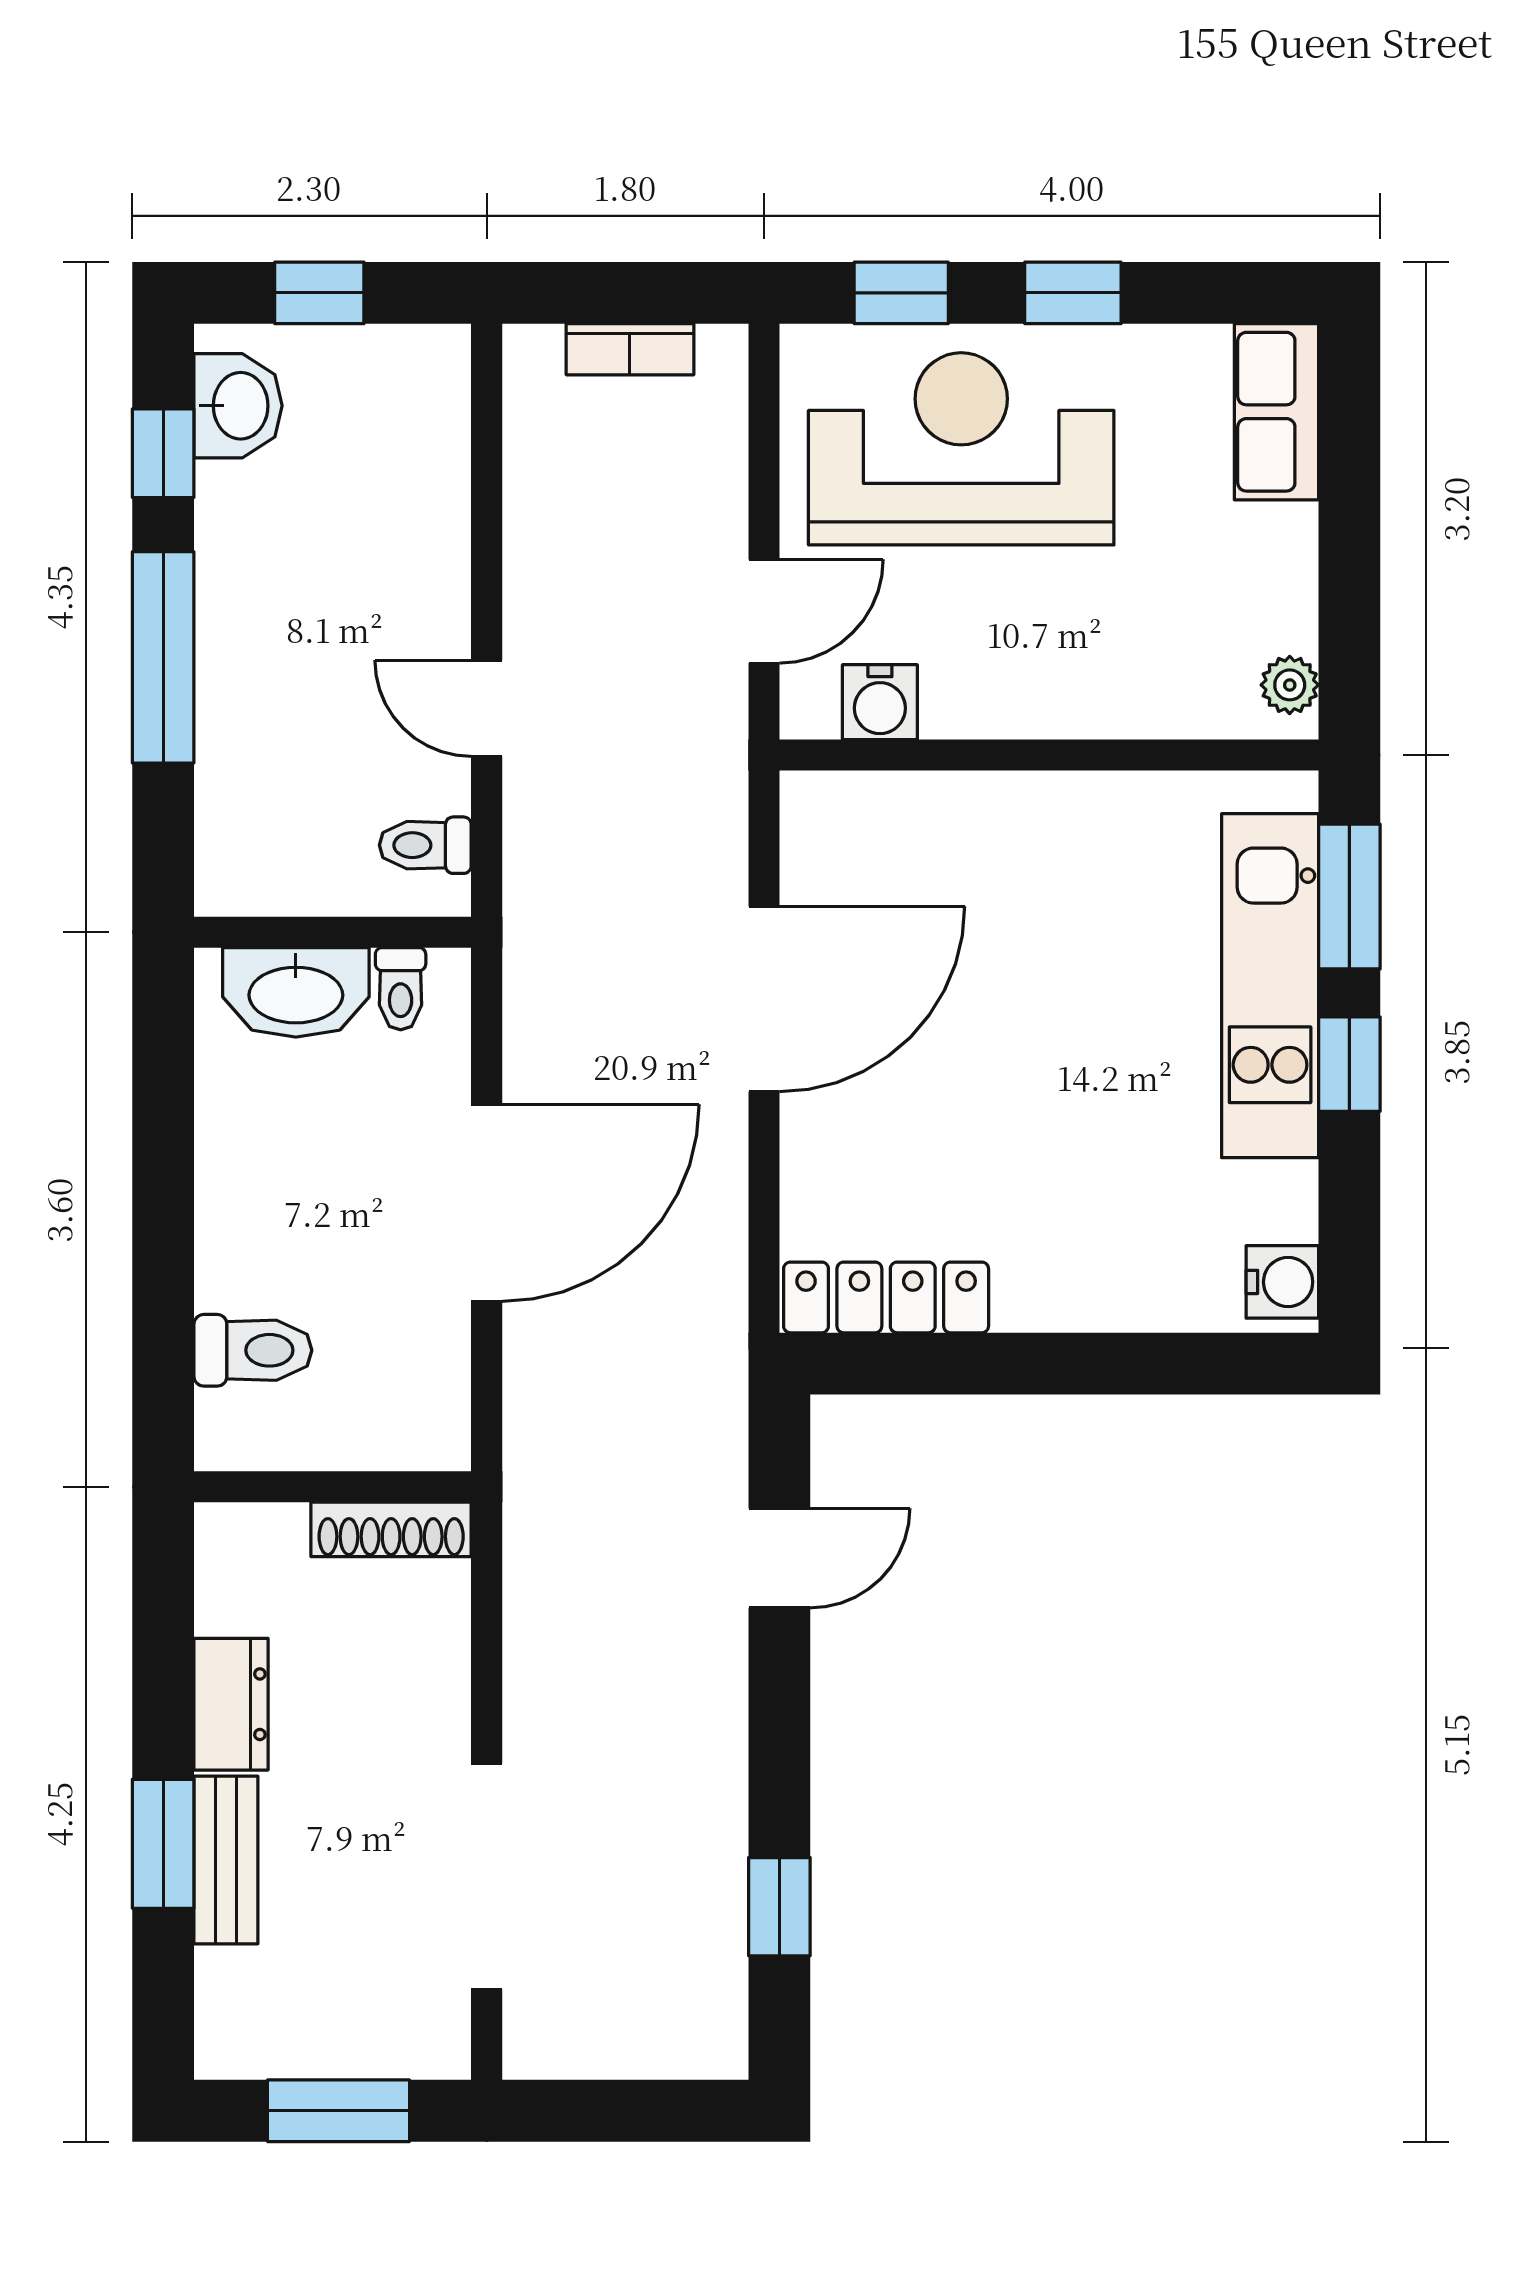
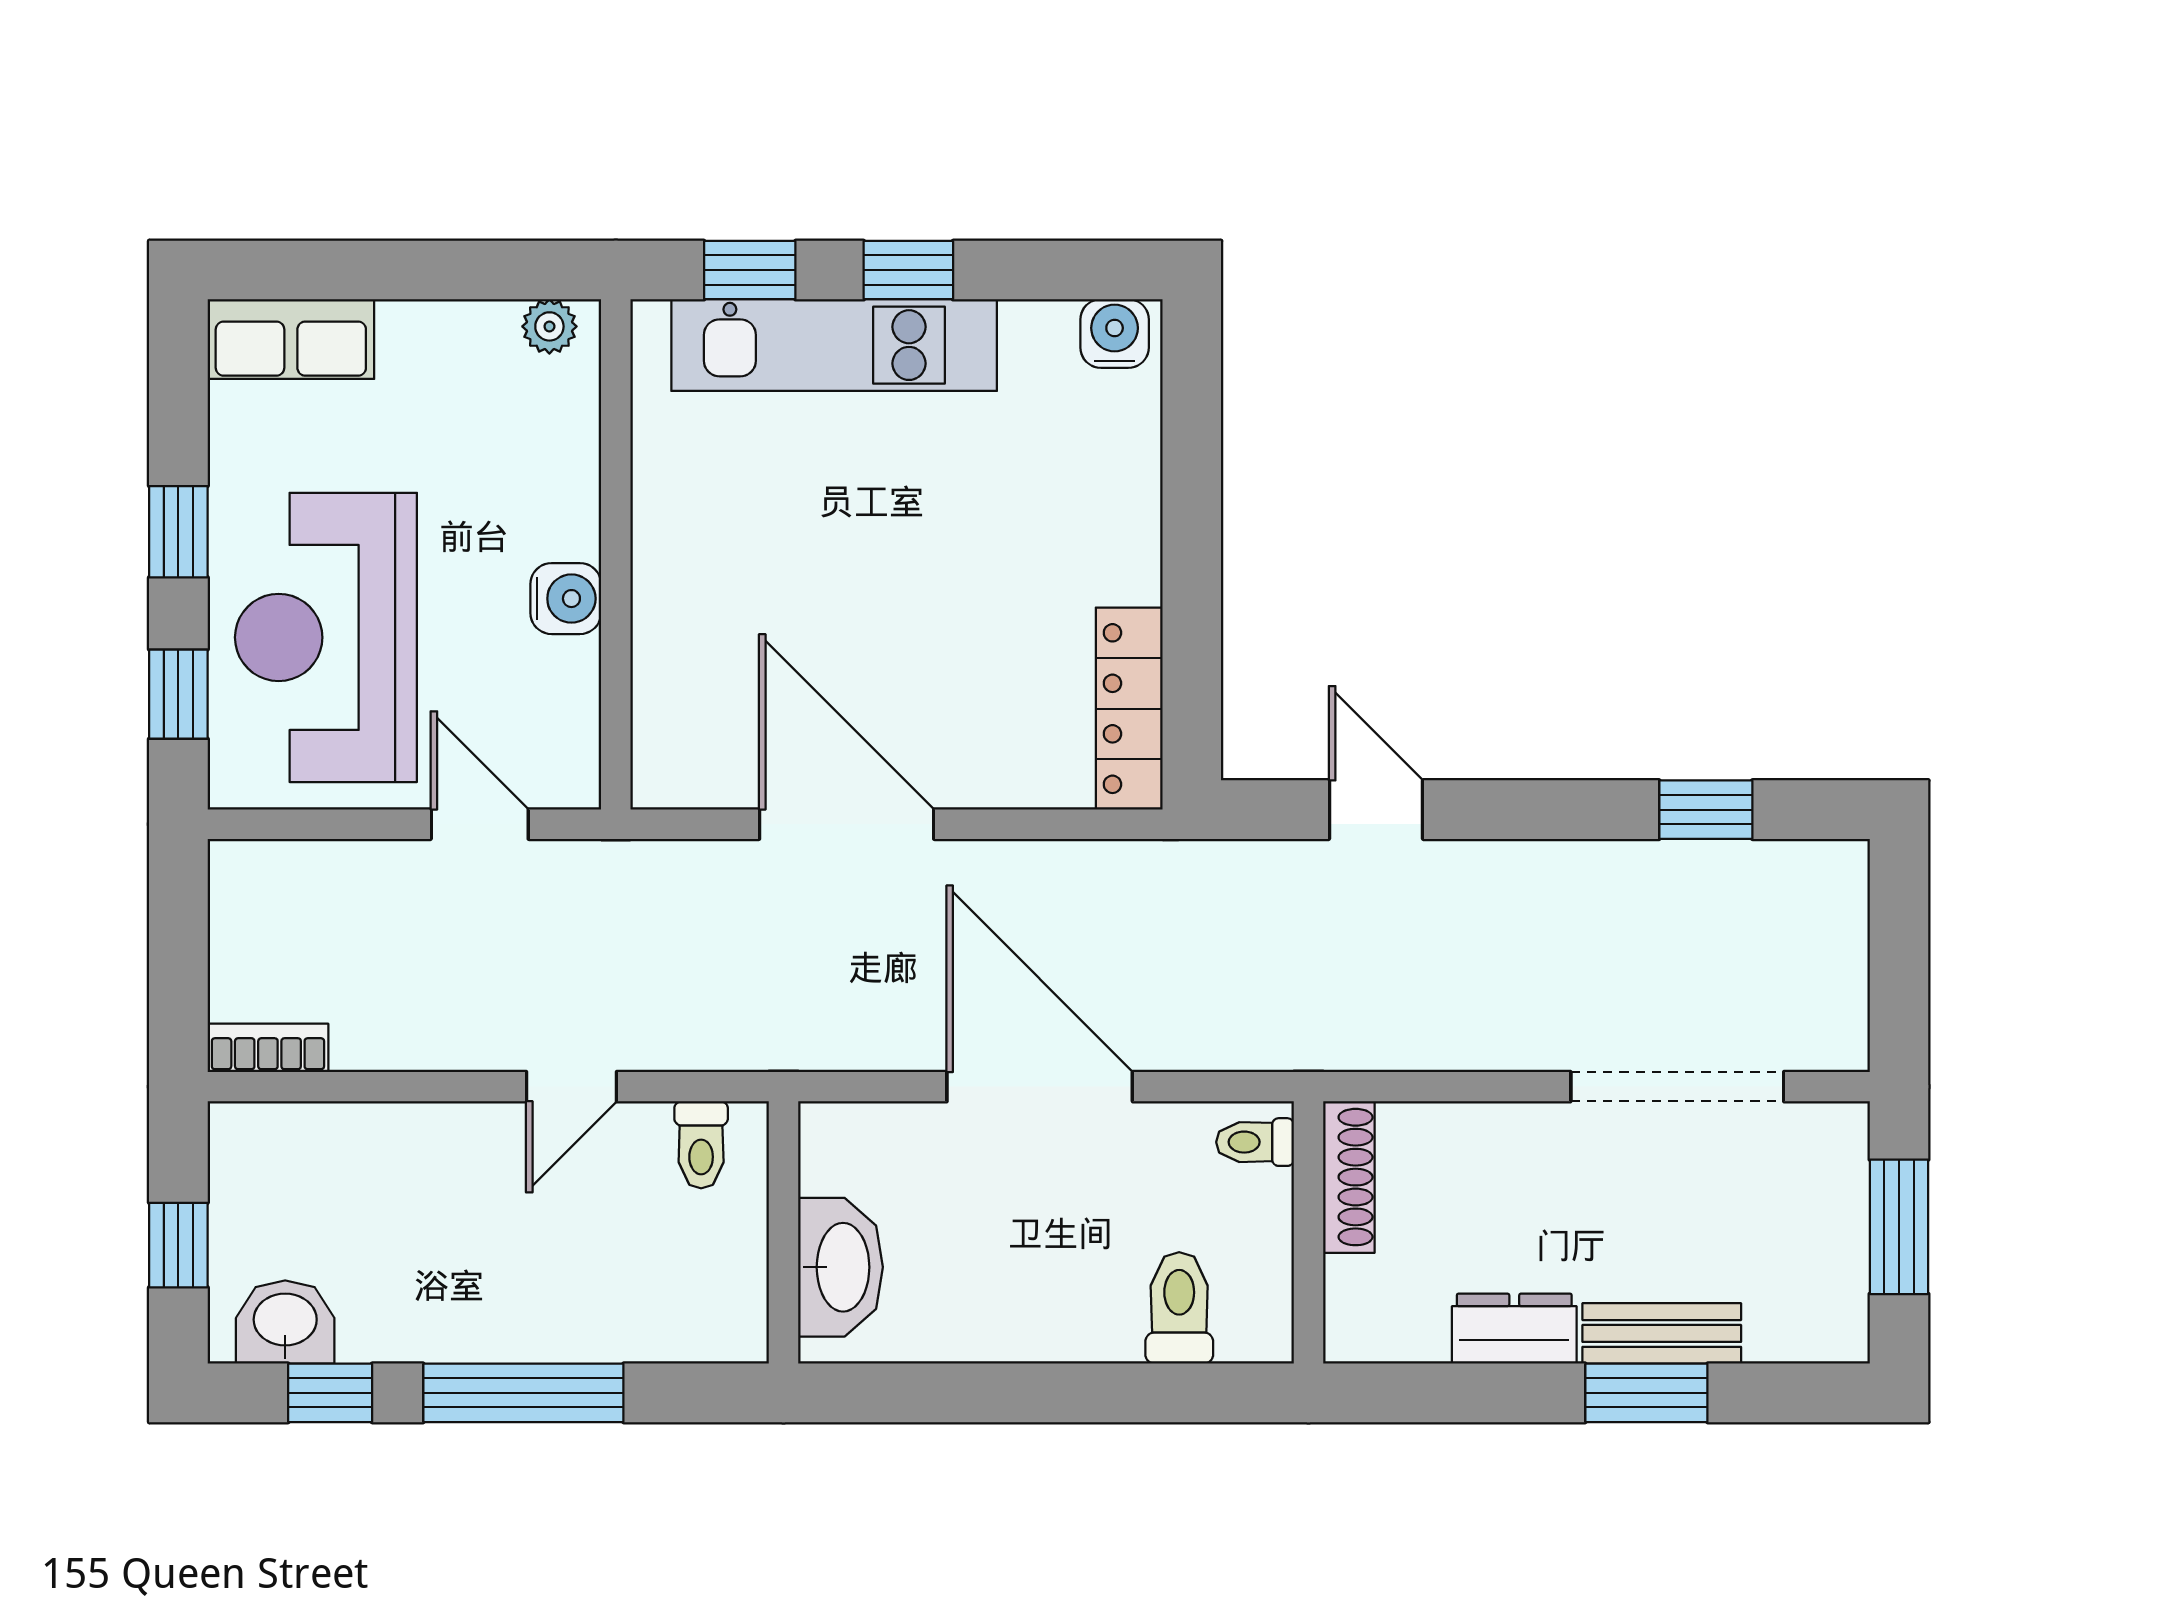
bookcase: (630, 349) -> (268, 1048), moved, turned -90
water cooler: (880, 702) -> (566, 599), moved
window: (1349, 897) -> (750, 270), width x0.67
toilet: (401, 989) -> (1255, 1142), moved, turned 180

